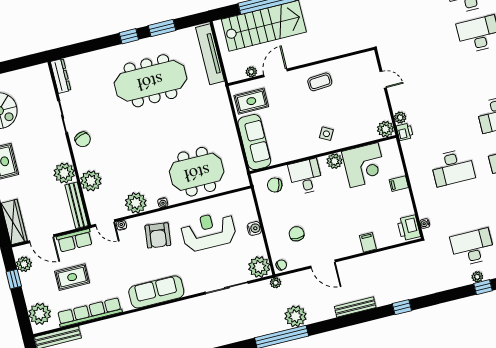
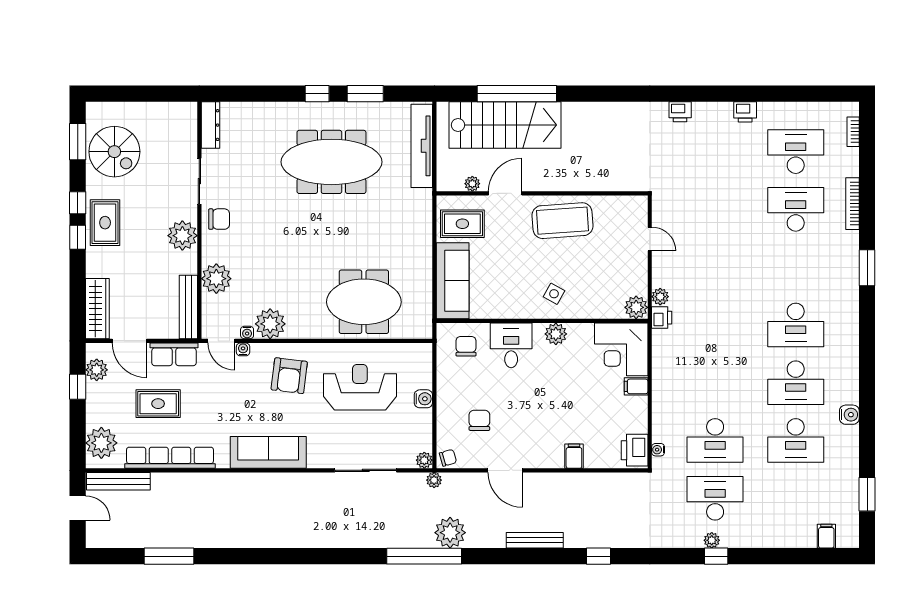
coffee table: (320, 82) -> (562, 221), width x1.86, depth x1.72
chair: (83, 139) -> (219, 219), turned -69
corner desk: (364, 165) -> (621, 349), moved, turned 90
desk: (453, 168) -> (715, 440), moved
plant: (64, 173) -> (182, 236), moved
chair: (275, 185) -> (466, 346), turned 72
water cooler: (163, 203) -> (247, 332), moved
plant: (259, 267) -> (424, 460), width x0.53, depth x0.53

